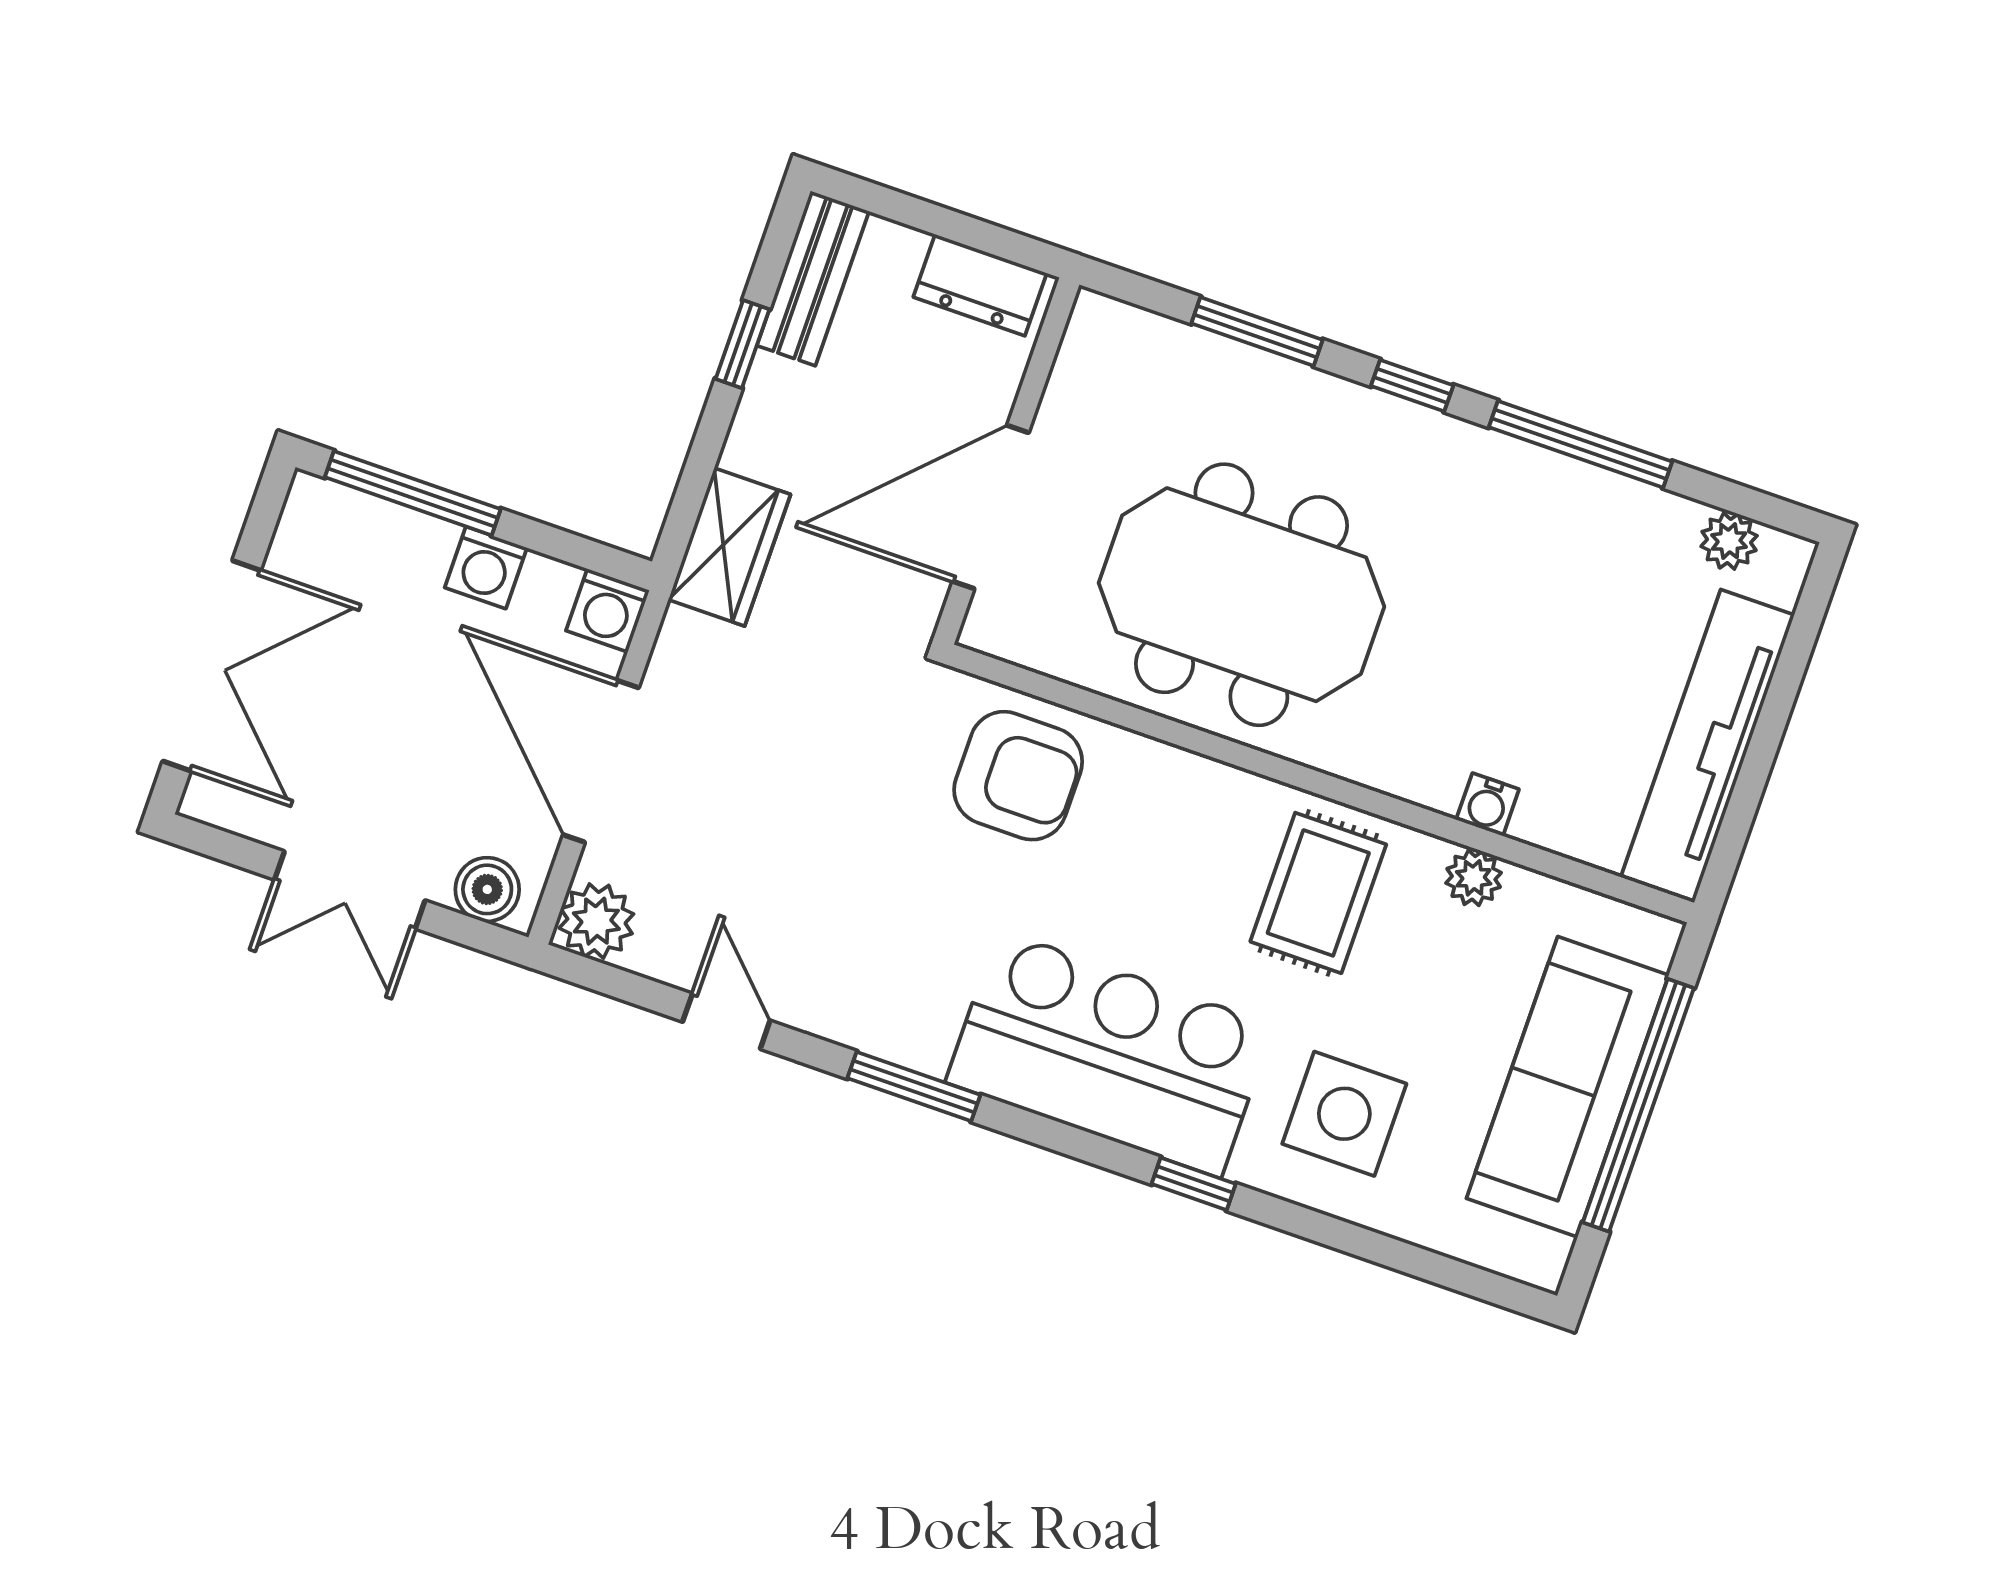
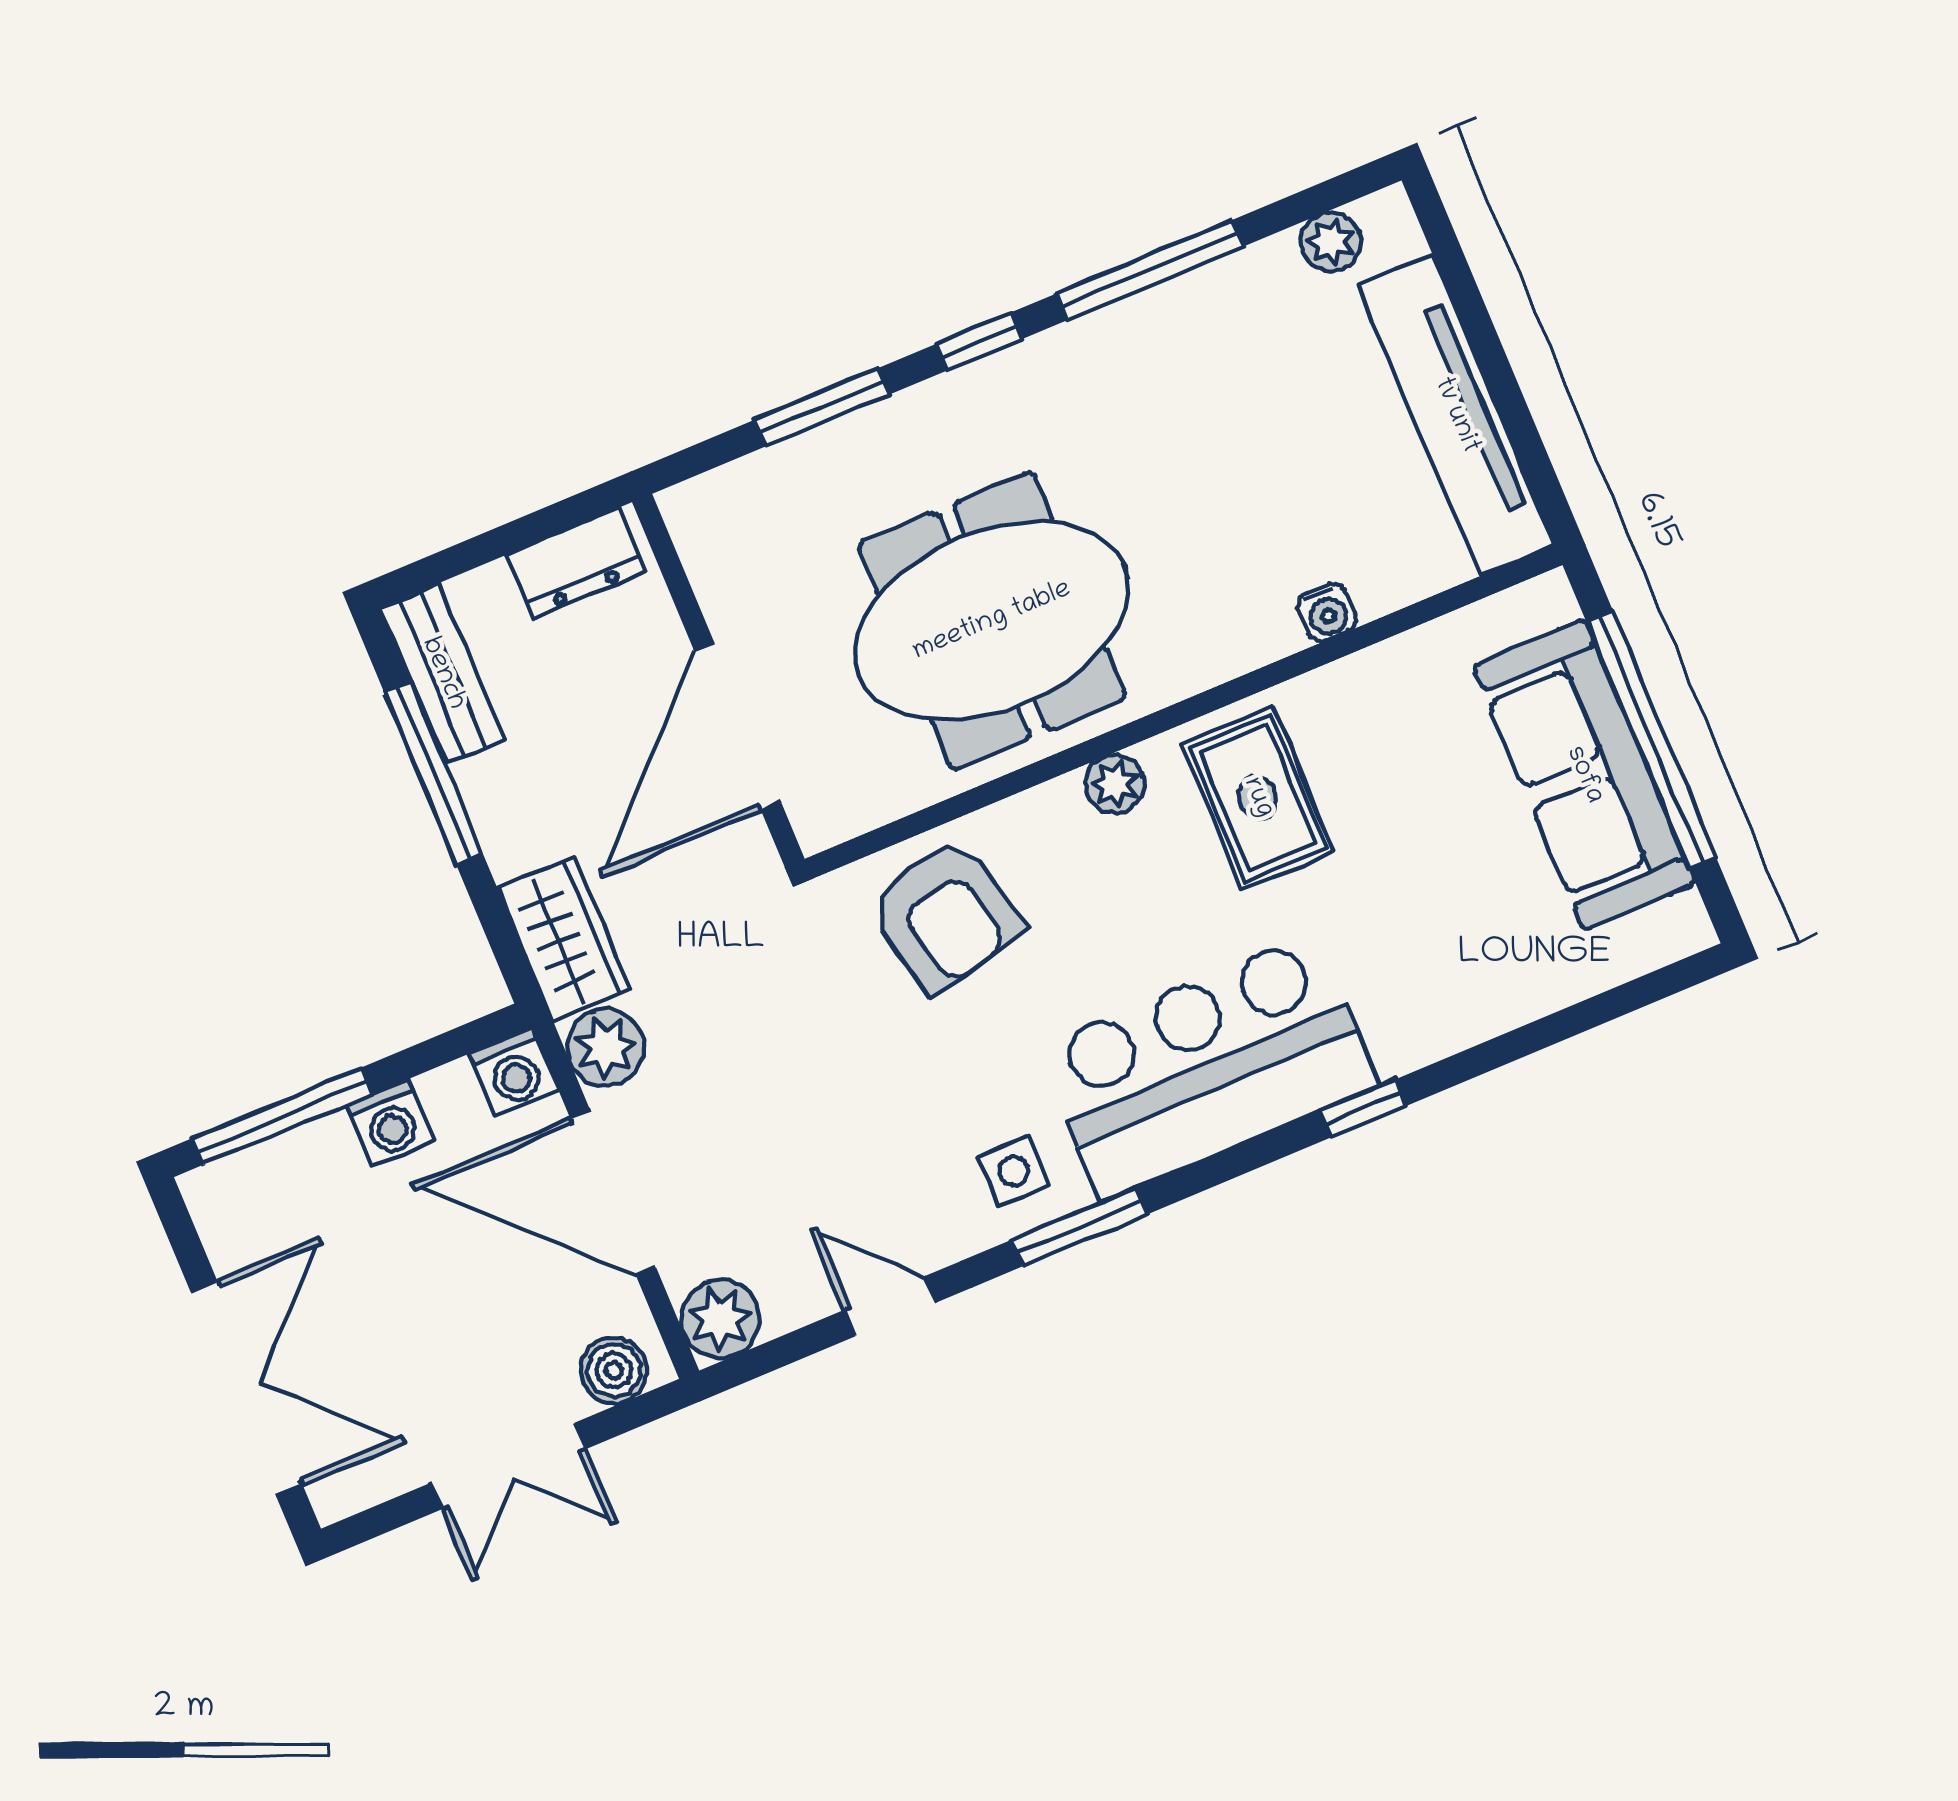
window: (742, 344) -> (434, 773), width x2.17
plant: (689, 652) -> (606, 1047), added
armchair: (1018, 776) -> (945, 915), turned 77
plant: (1474, 878) -> (1115, 784), moved
side table: (1344, 1114) -> (1014, 1171), moved, width x0.54, depth x0.54

